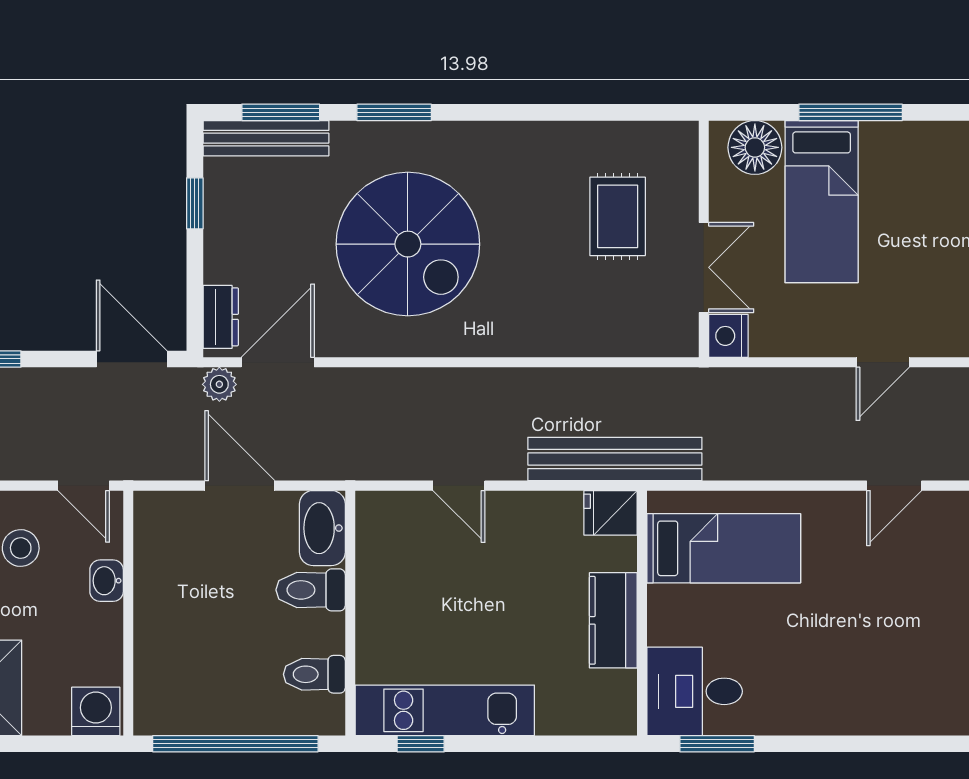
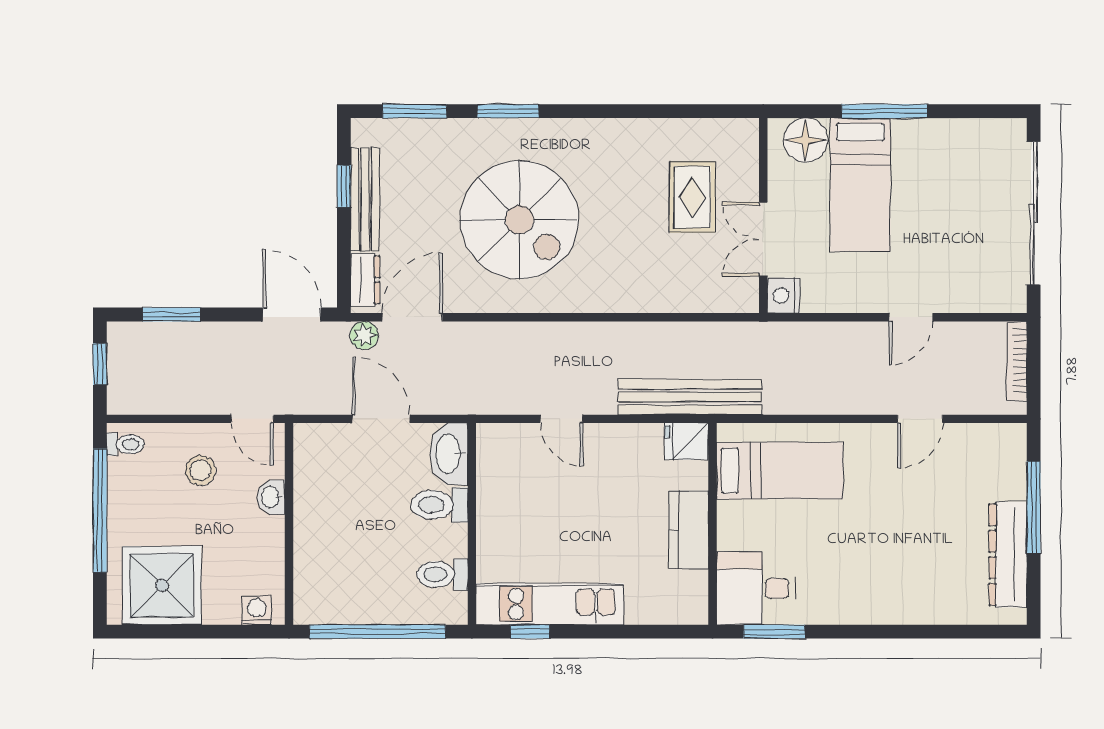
bench: (266, 138) -> (365, 199), moved, turned 90
double door: (704, 267) -> (763, 239), swing flipped
washing machine: (96, 711) -> (257, 610), width x0.73, depth x0.73

